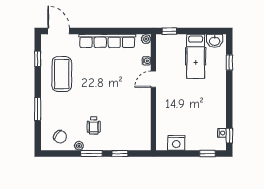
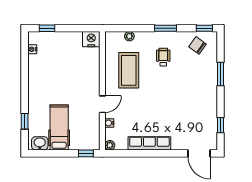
row of seats: (107, 41) -> (149, 143), width x0.73
coffee table: (62, 74) -> (129, 70), moved
window: (229, 136) -> (25, 47), removed
nightstand: (176, 143) -> (91, 39), moved
plant: (79, 146) -> (129, 36), moved
window: (120, 153) -> (204, 28), moved

